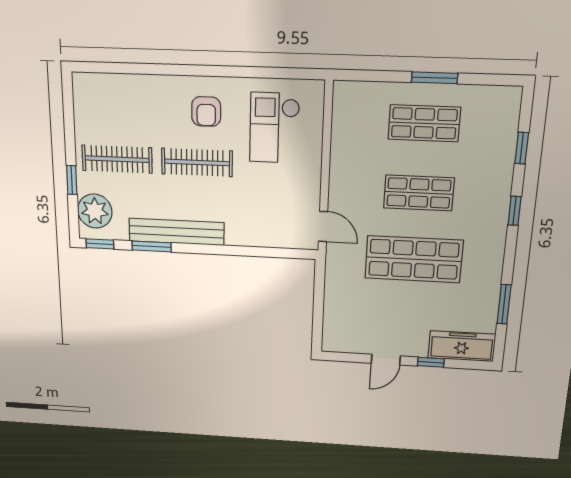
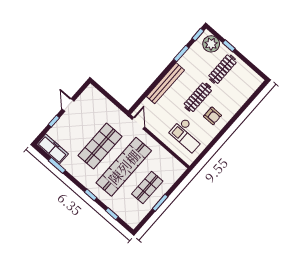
armchair: (206, 112) -> (213, 116), turned 180
checkout: (274, 128) -> (187, 135), turned 180
shop shelf: (419, 193) -> (124, 167), width x2.00, depth x1.36
door: (323, 227) -> (138, 123), swing flipped
bench: (176, 232) -> (165, 83), moved
freezer: (462, 346) -> (52, 149), moved, turned -90

